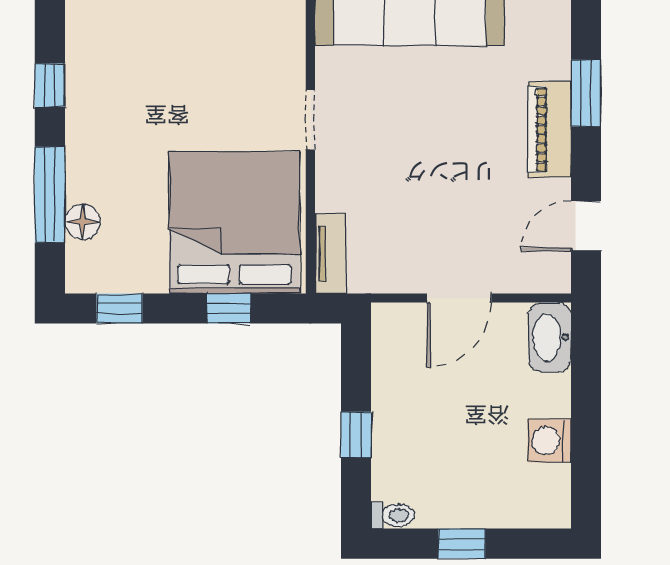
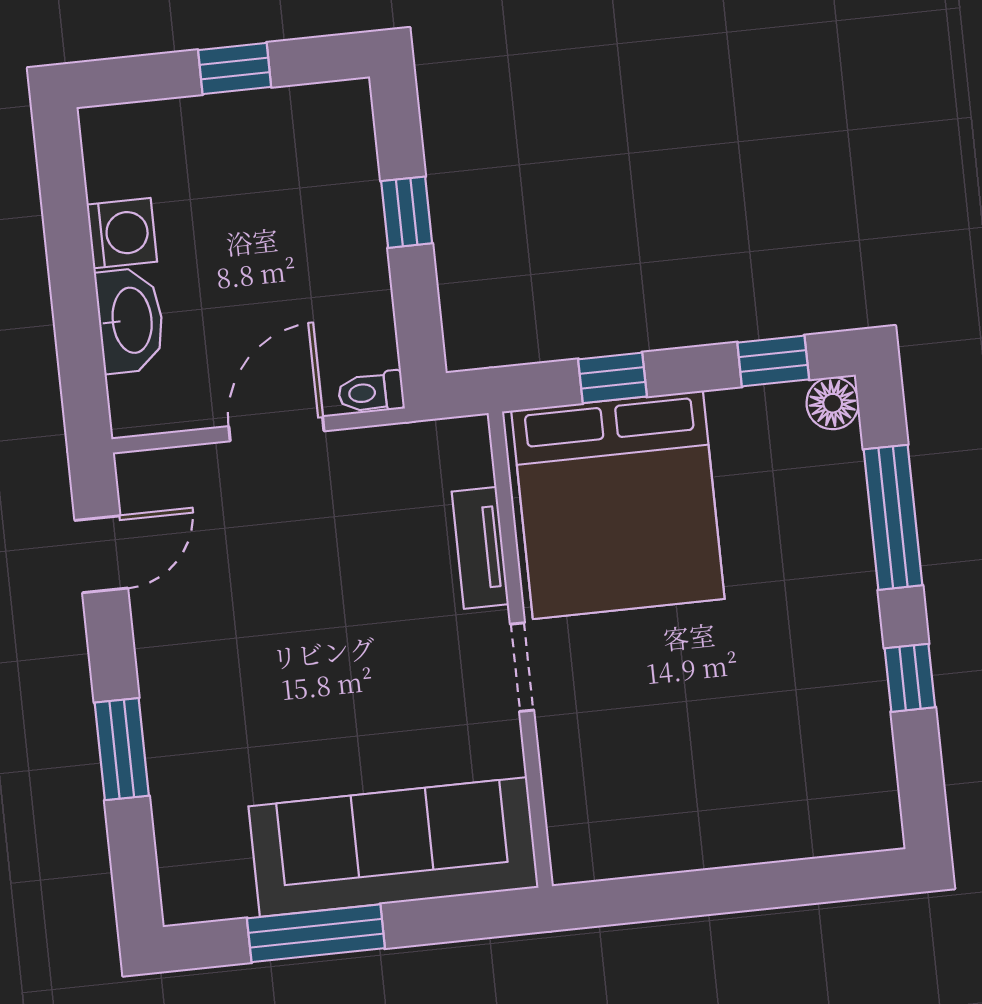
piano: (550, 129) -> (169, 690), removed
floor lamp: (83, 222) -> (833, 403), moved
tv unit: (330, 254) -> (480, 548), moved
washbasin: (550, 337) -> (130, 320), moved
toilet: (393, 515) -> (371, 392), moved

